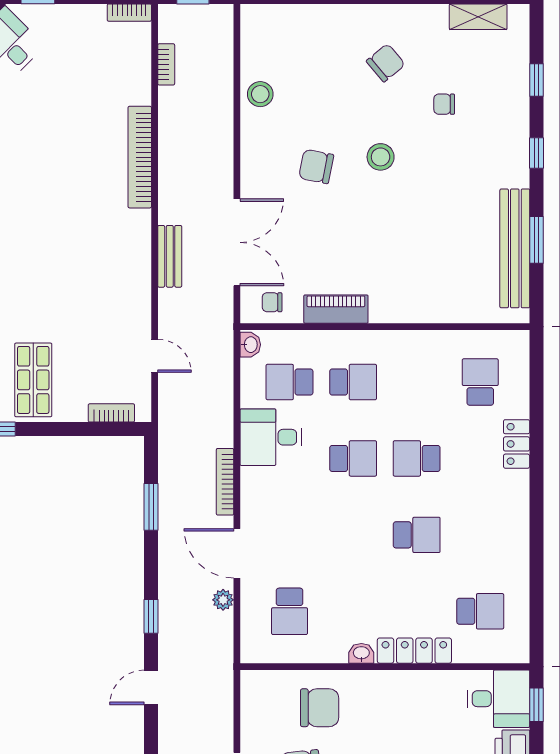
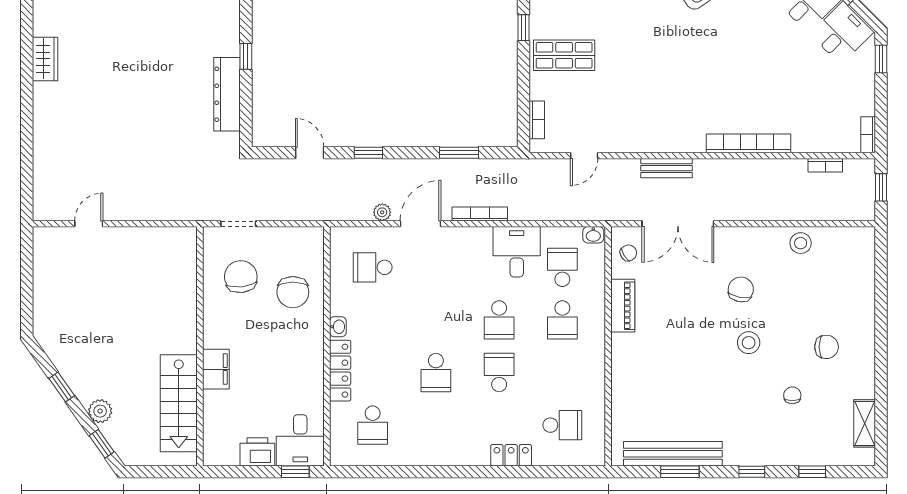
chair: (386, 63) -> (827, 347), turned -50
chair: (272, 302) -> (628, 253), turned 58

